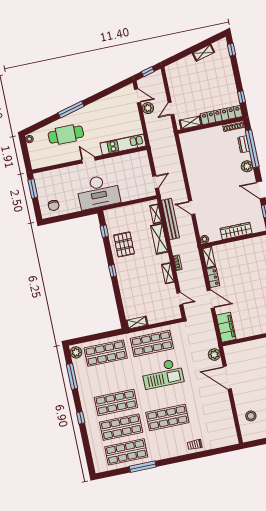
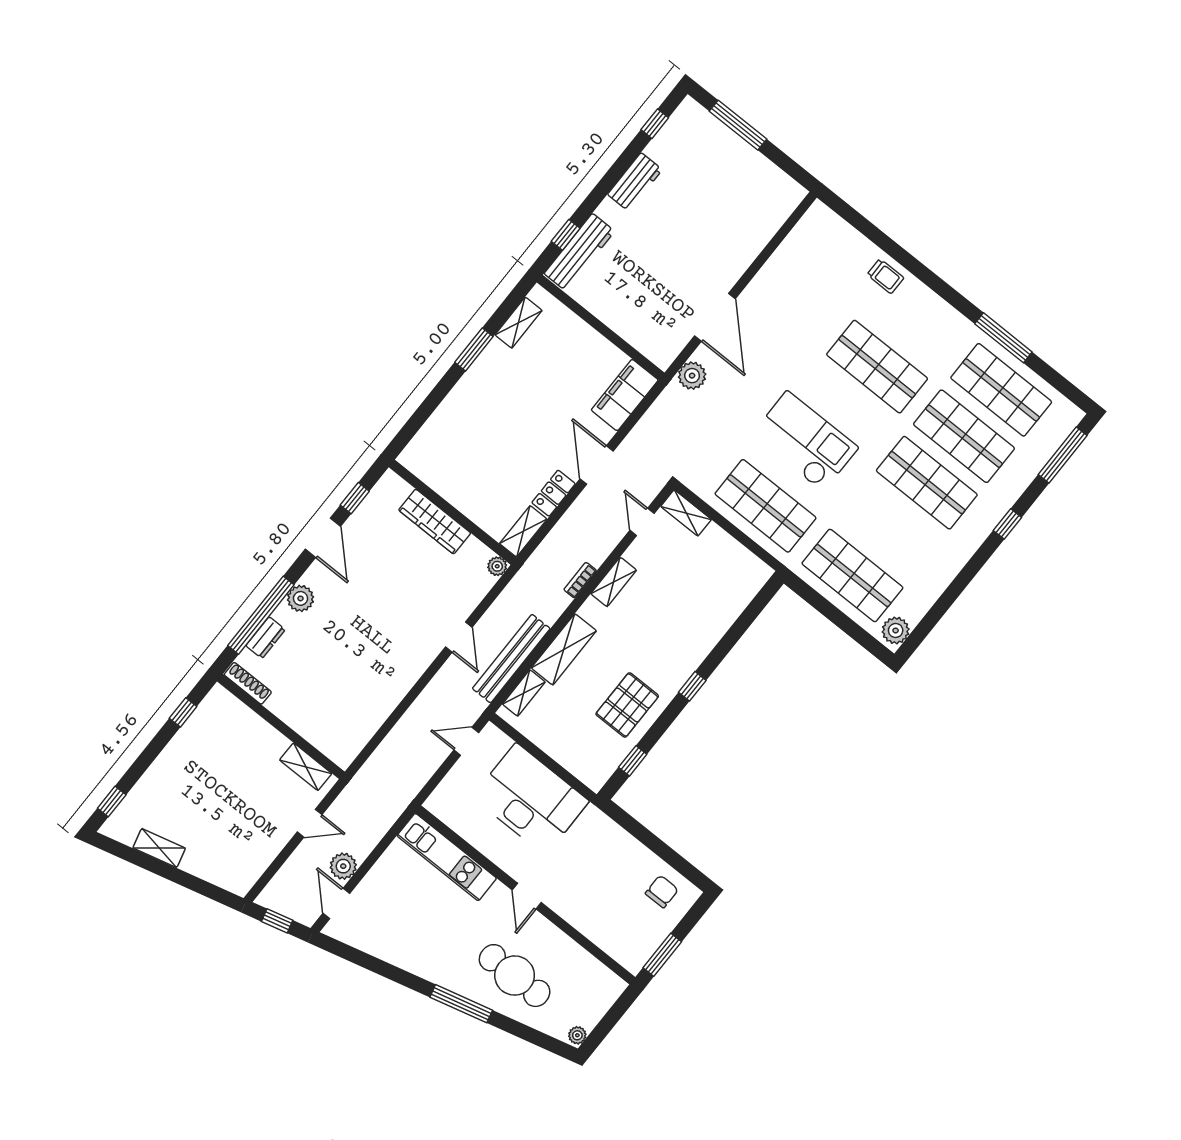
locker: (221, 115) -> (246, 722), removed
desk: (98, 192) -> (531, 799), moved
shelving: (137, 323) -> (686, 513), moved
window: (72, 376) -> (1063, 455), moved
stool: (251, 416) -> (749, 217), removed

